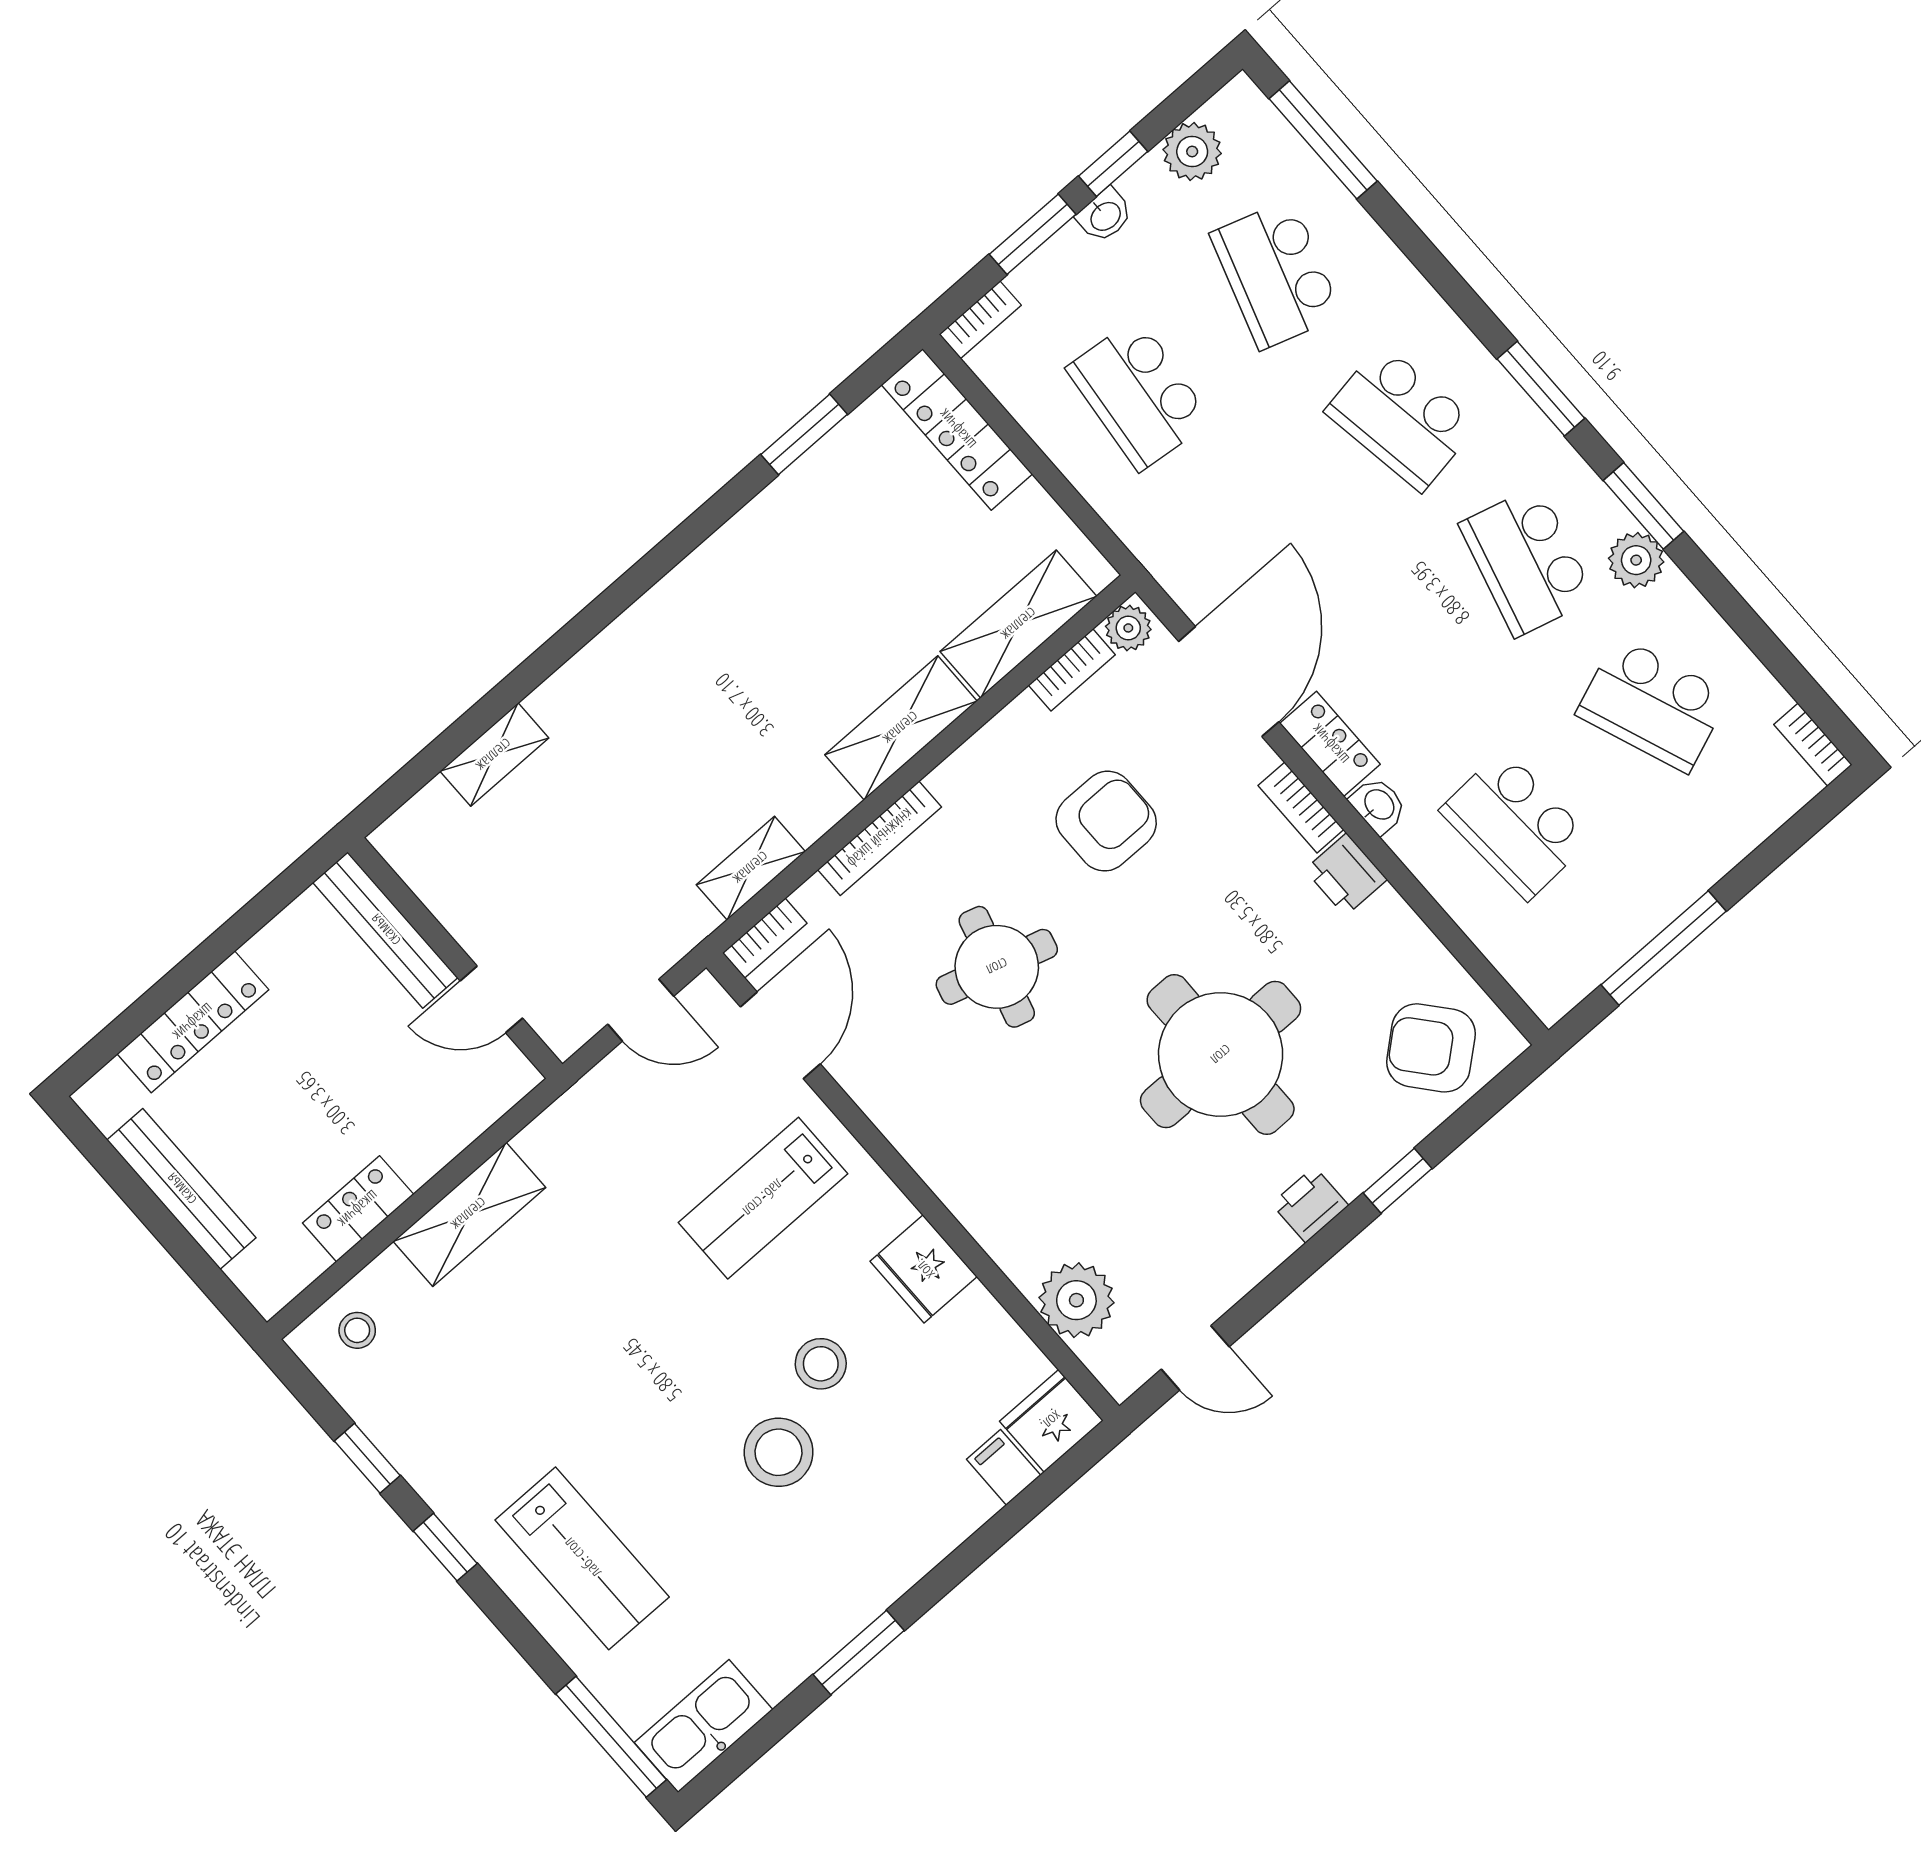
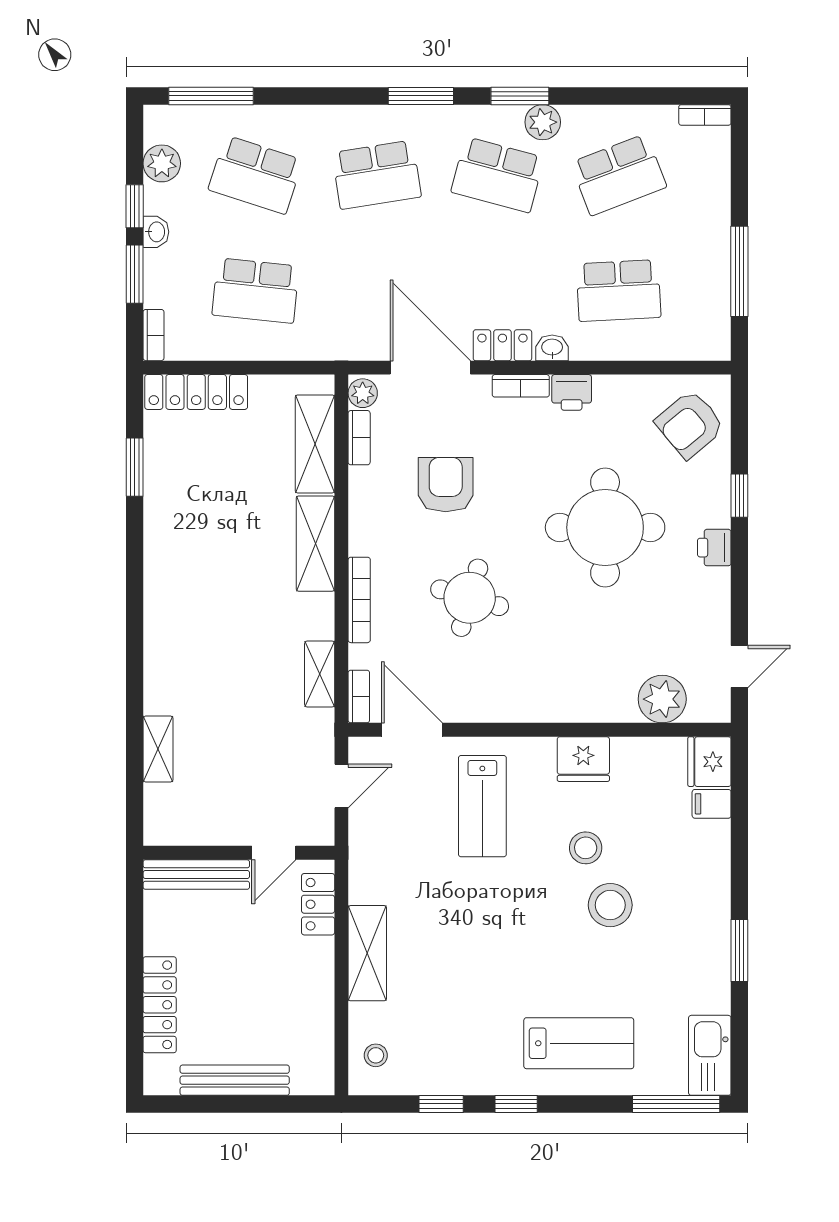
locker: (358, 1209) -> (318, 904), moved

